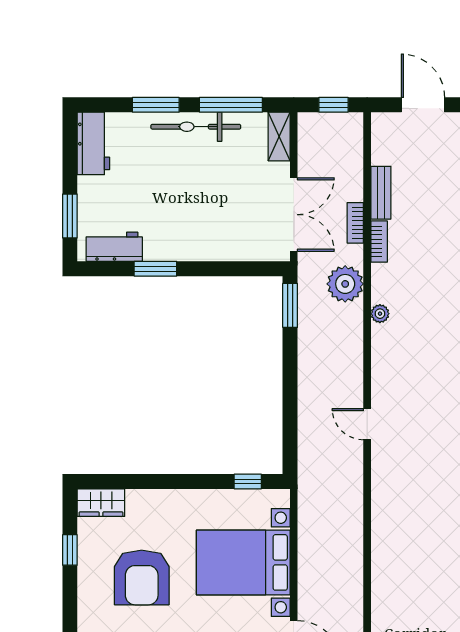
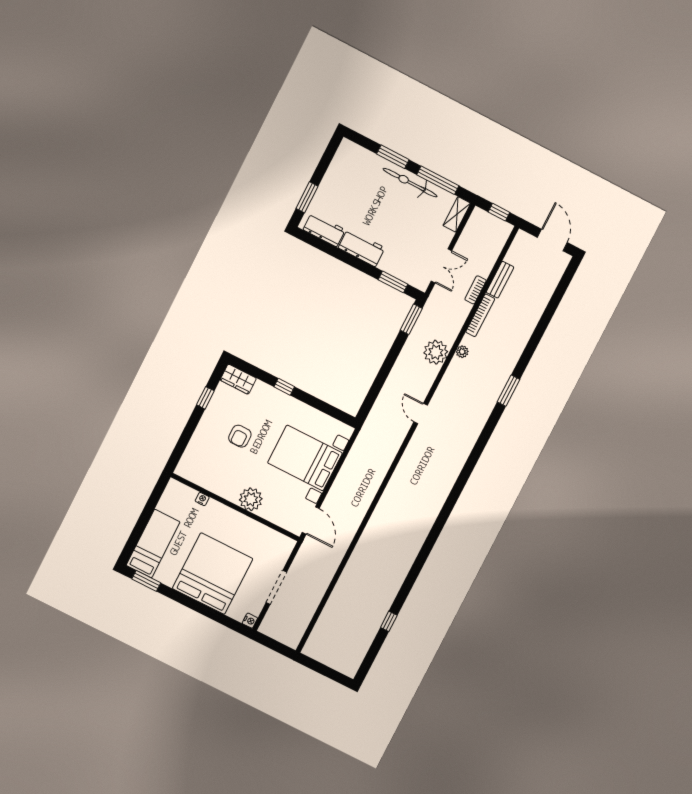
workbench: (93, 143) -> (361, 248), moved, turned -90
double door: (294, 215) -> (441, 266), width x0.73
bookcase: (379, 242) -> (480, 315), width x1.56
window: (155, 269) -> (393, 282), moved
plant: (345, 284) -> (436, 352), moved
window: (248, 482) -> (284, 387), moved
armchair: (142, 578) -> (240, 436), width x0.53, depth x0.53

